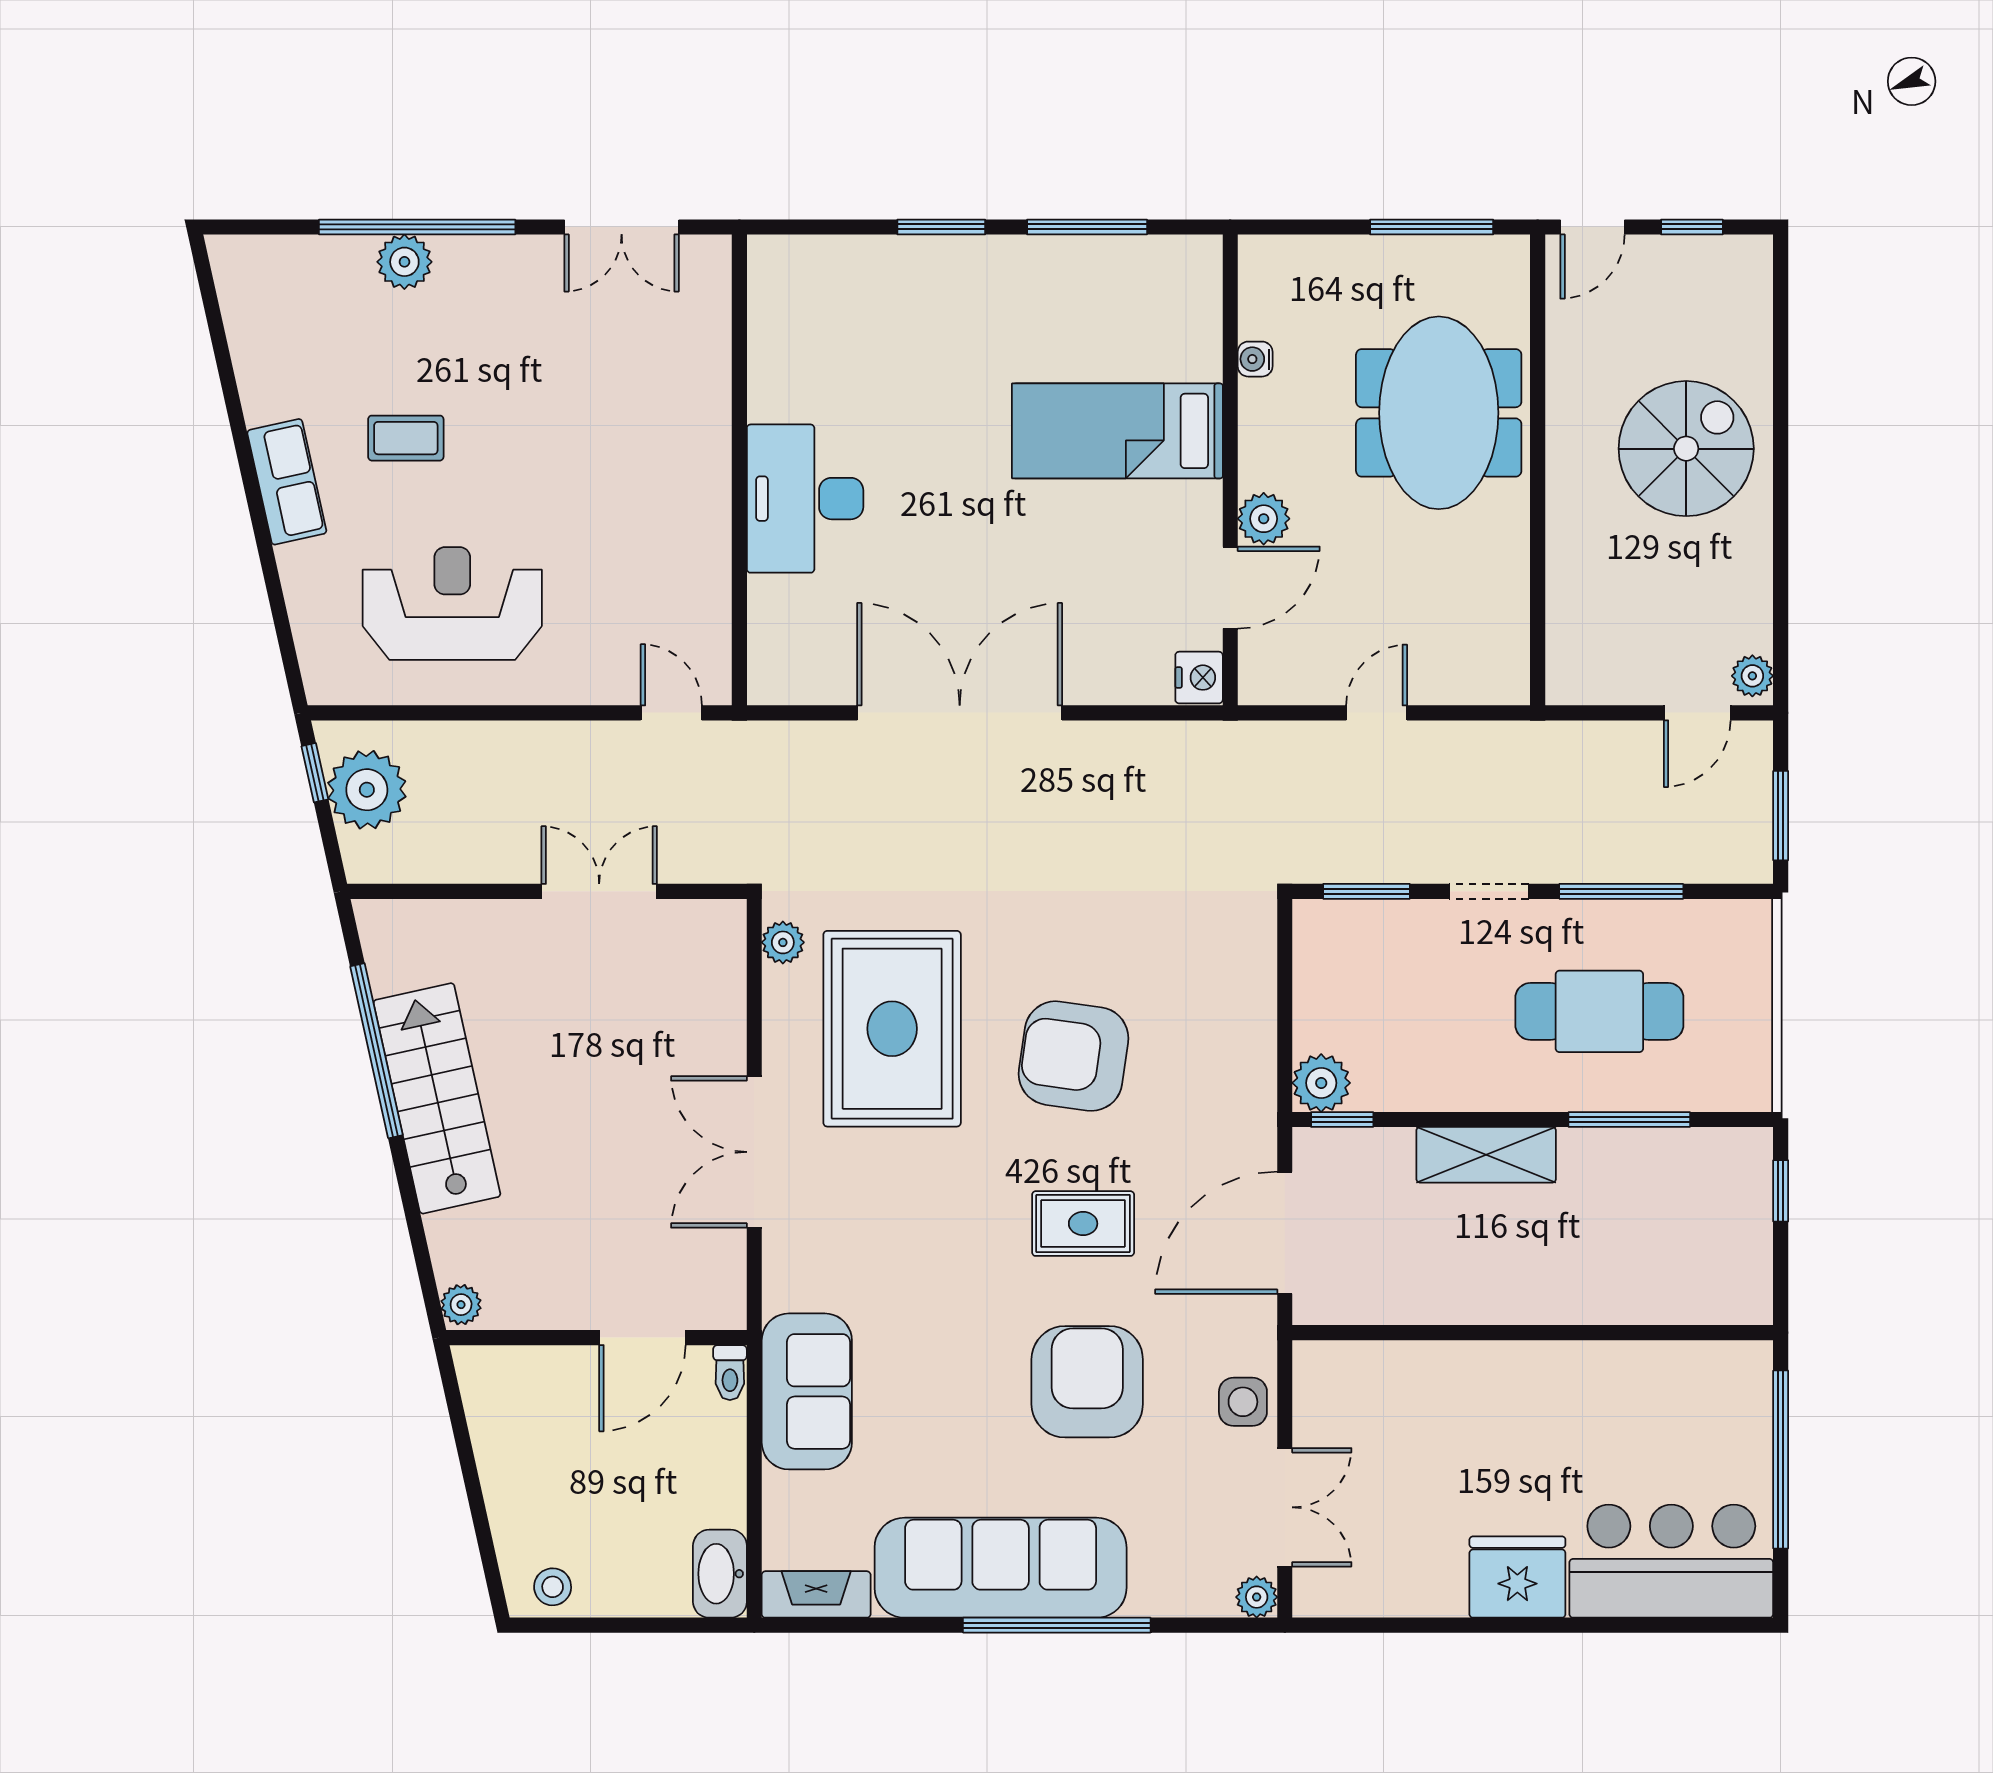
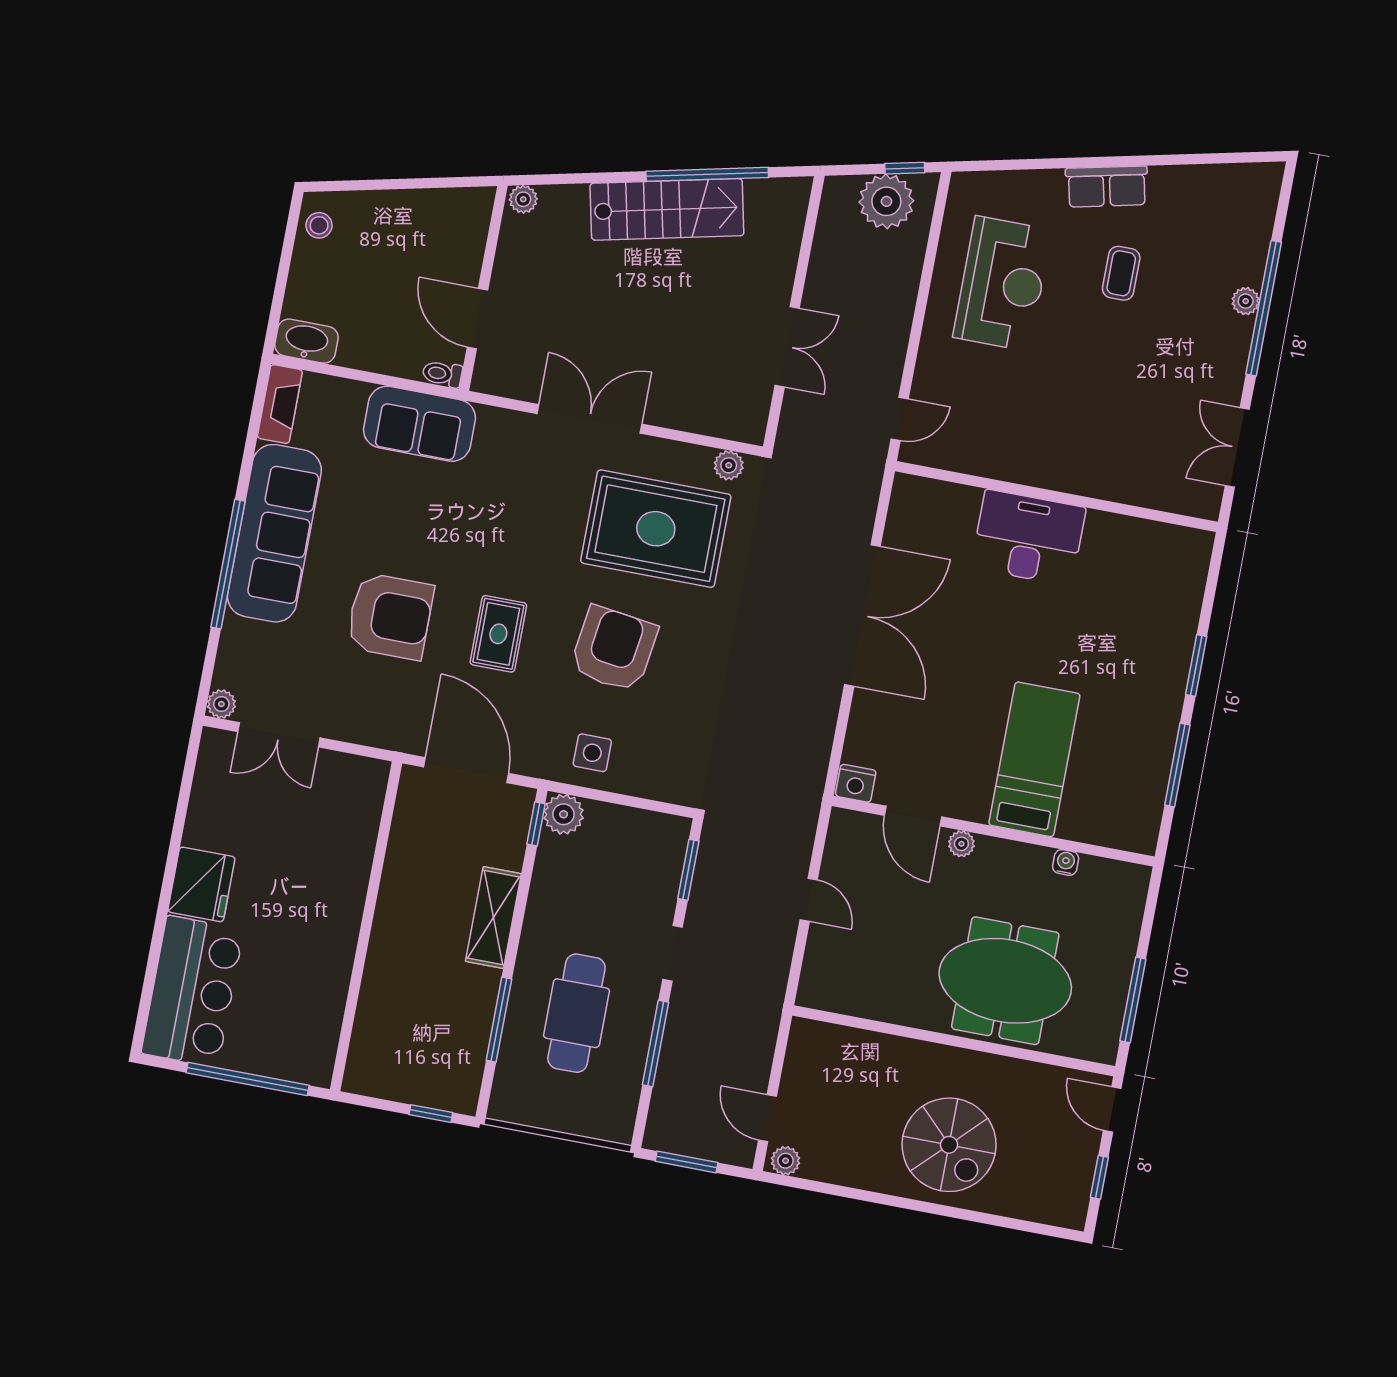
plant: (404, 262) -> (1246, 301), width x0.73, depth x0.73
plant: (1264, 519) -> (961, 844), width x0.73, depth x0.73
side table: (1243, 1402) -> (592, 753), moved

